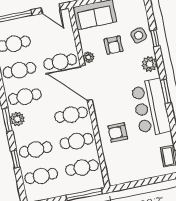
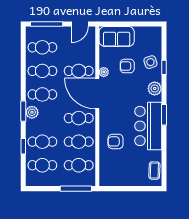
door: (51, 9) -> (80, 24), hinge flipped
armchair: (113, 45) -> (127, 66), turned 90

